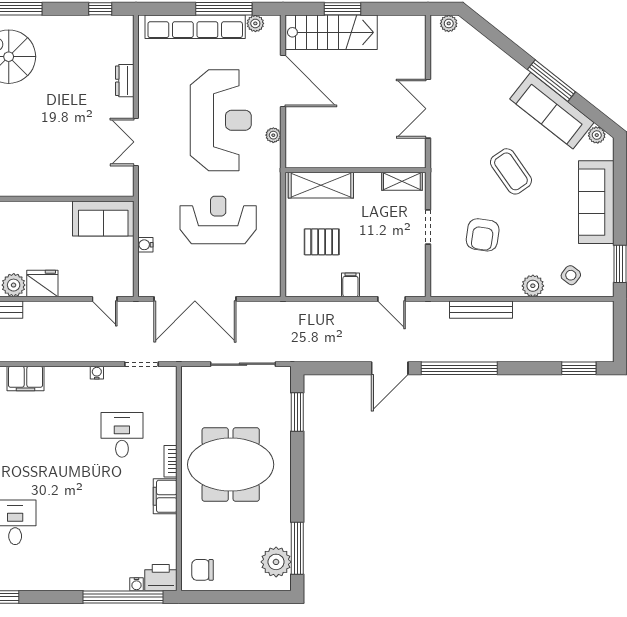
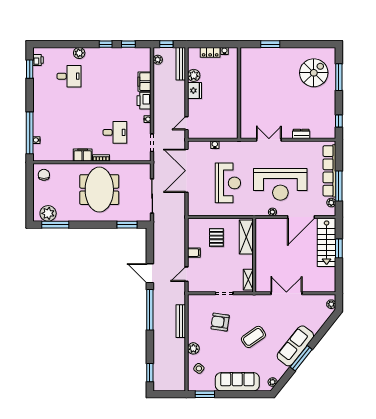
sofa: (552, 111) -> (295, 346), moved
sofa: (103, 219) -> (229, 123), removed
printer: (161, 578) -> (144, 101), moved, turned 180

